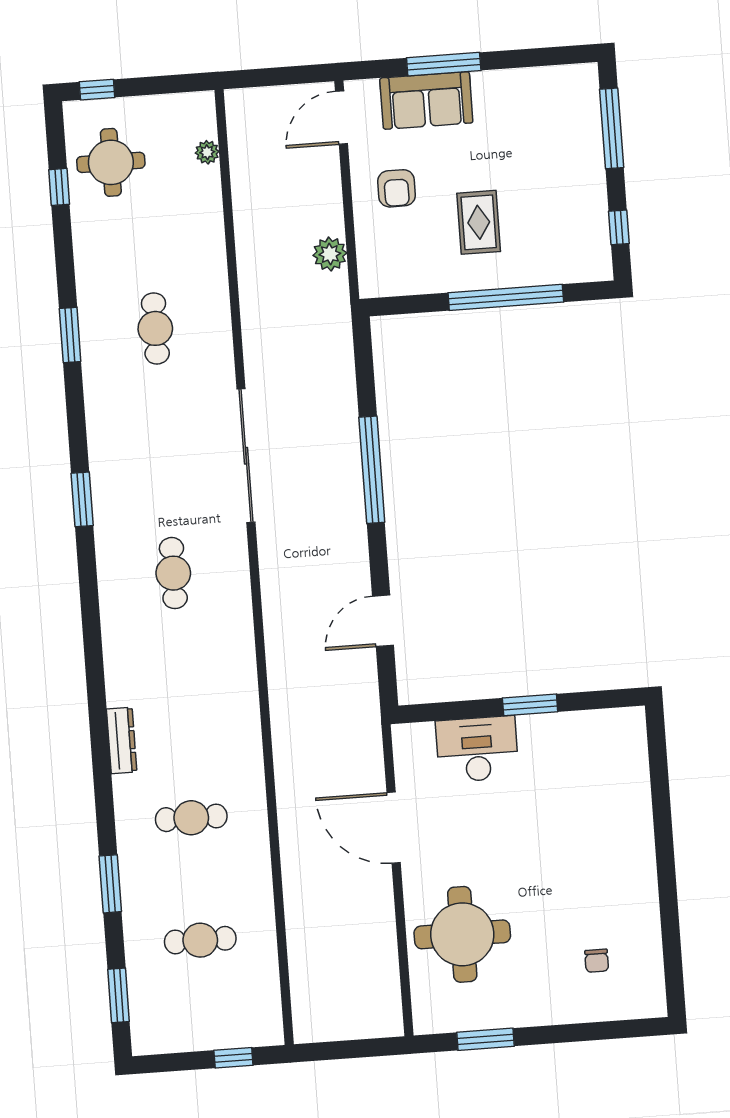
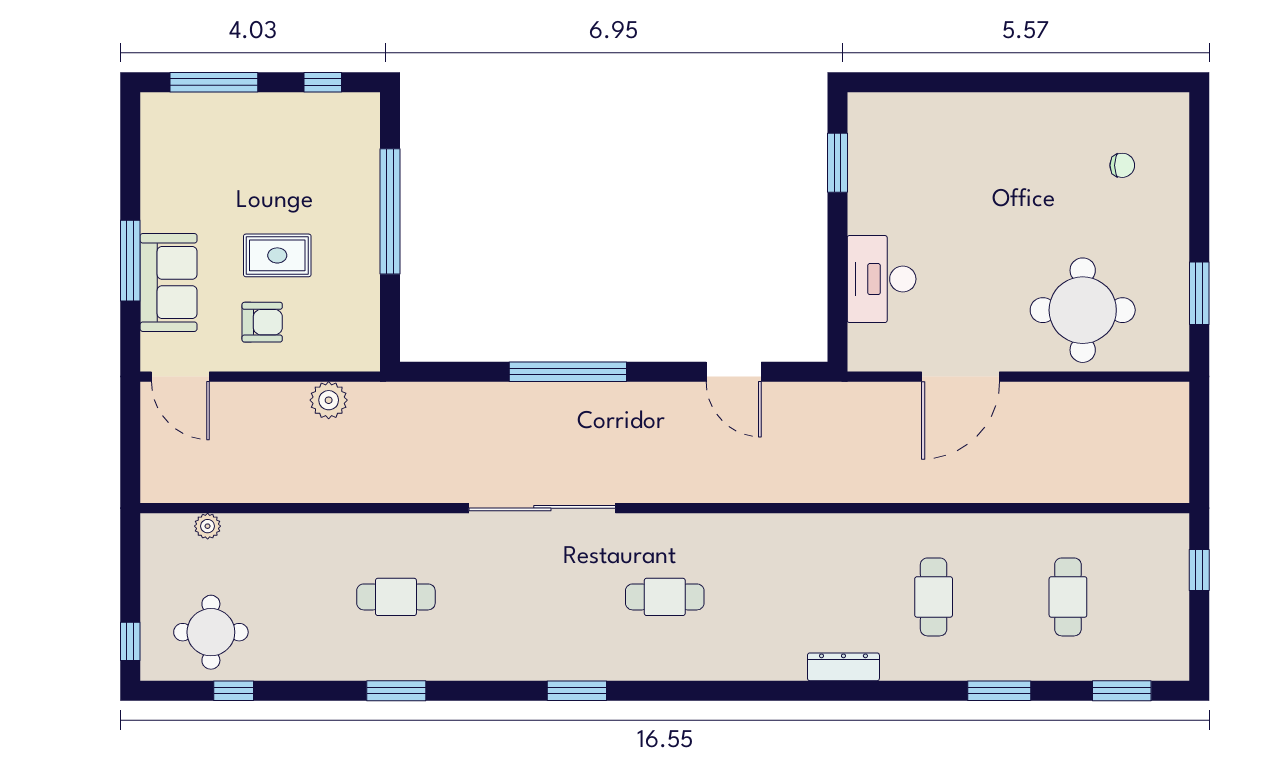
rug: (479, 222) -> (277, 255), moved
window: (530, 705) -> (837, 163), moved

